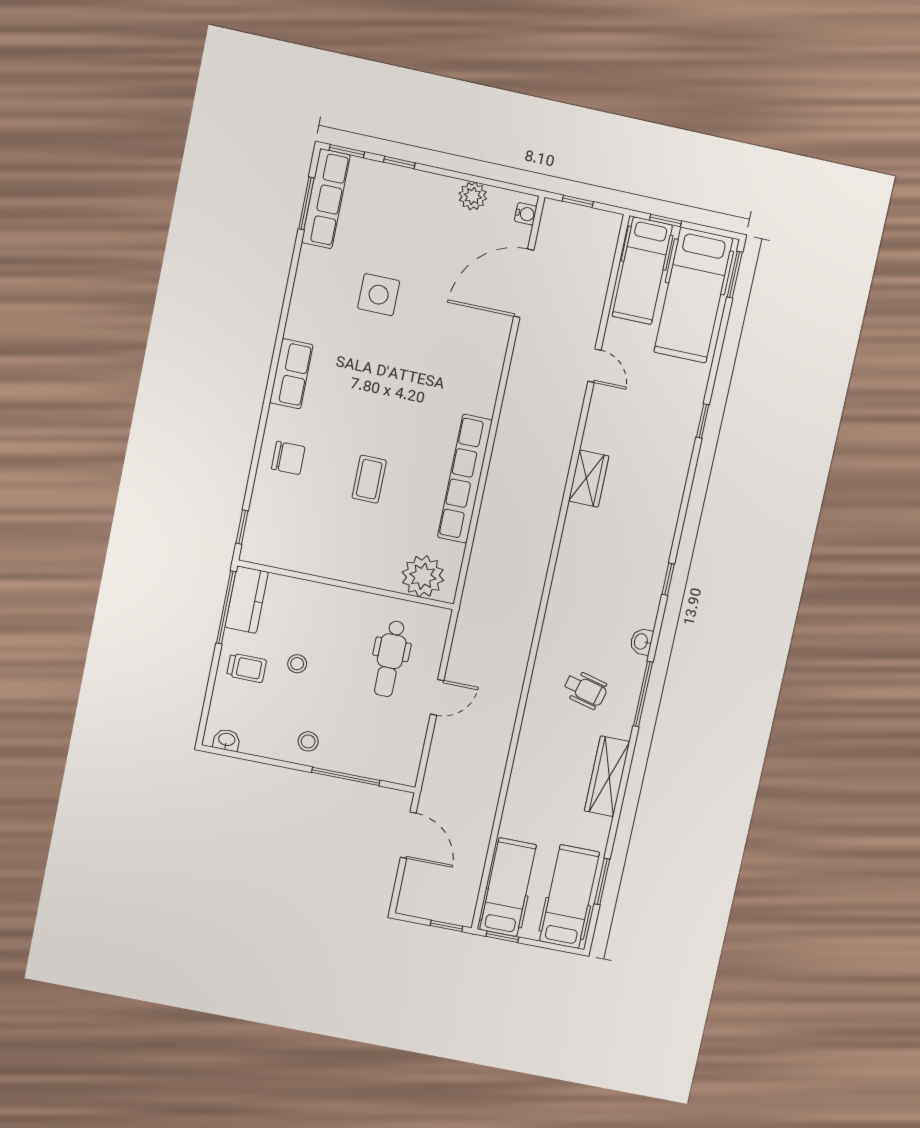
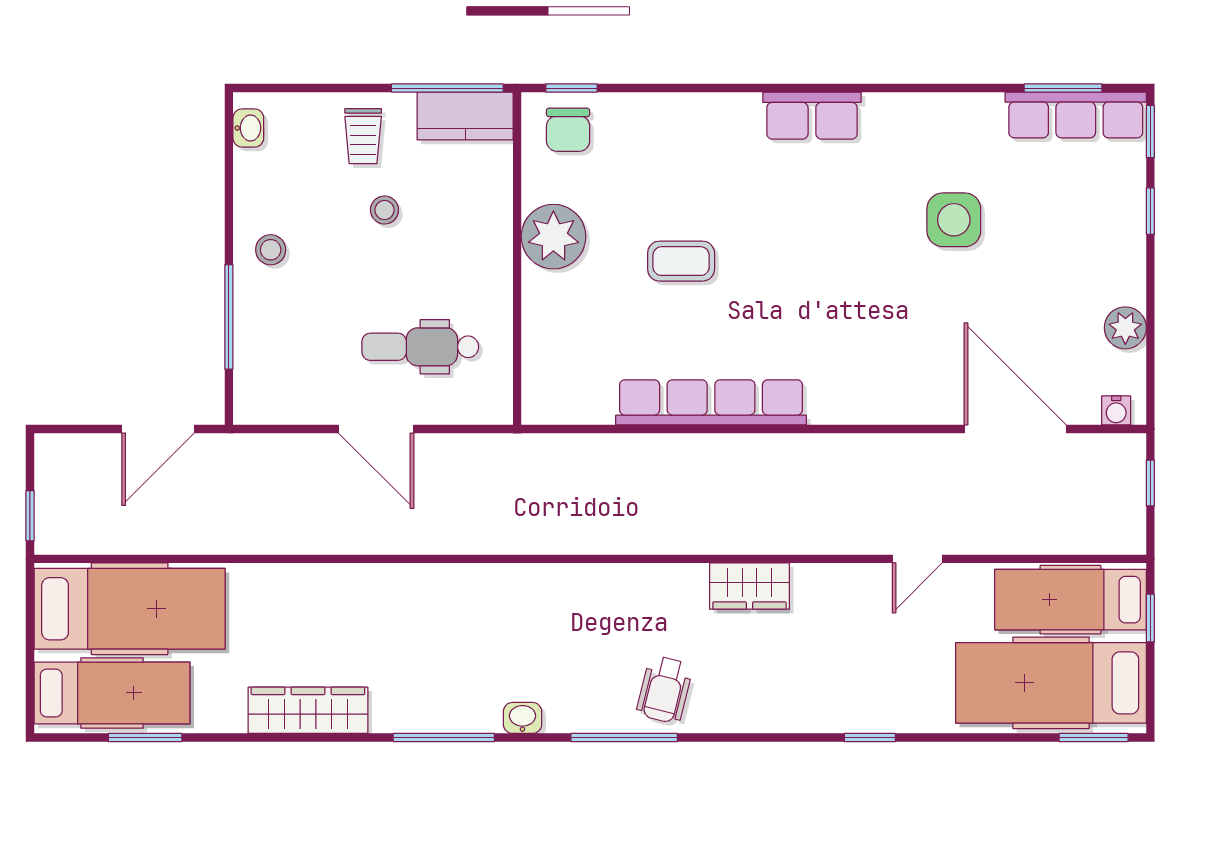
chair: (288, 458) -> (568, 130), moved
plant: (423, 576) -> (553, 237), moved
window: (668, 579) -> (624, 738), width x2.17
wheelchair: (585, 690) -> (665, 690), moved
door: (437, 697) -> (376, 429), width x1.38
hospital bed: (508, 887) -> (130, 609), width x1.37, depth x1.29
window: (502, 937) -> (30, 604), removed

